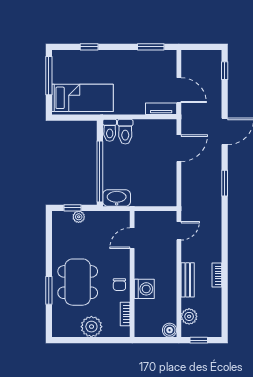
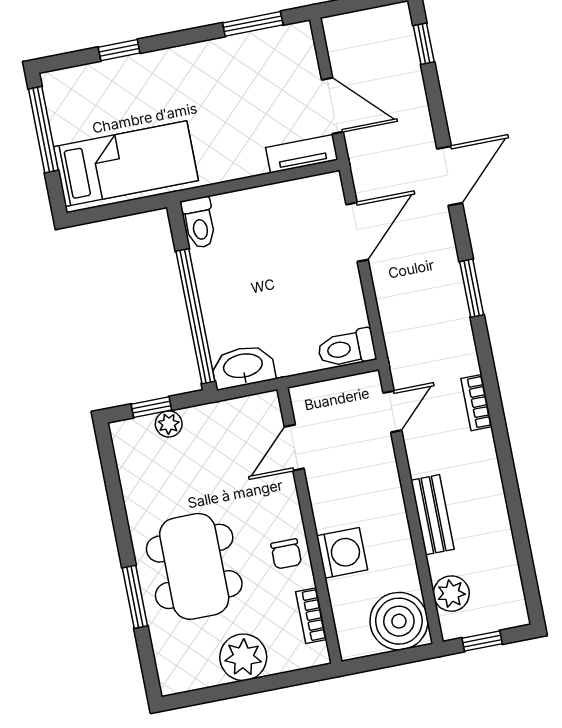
toilet: (125, 132) -> (347, 348), moved, turned 90
bookcase: (217, 275) -> (476, 403), moved
boiler: (170, 330) -> (399, 621), width x1.86, depth x1.86

